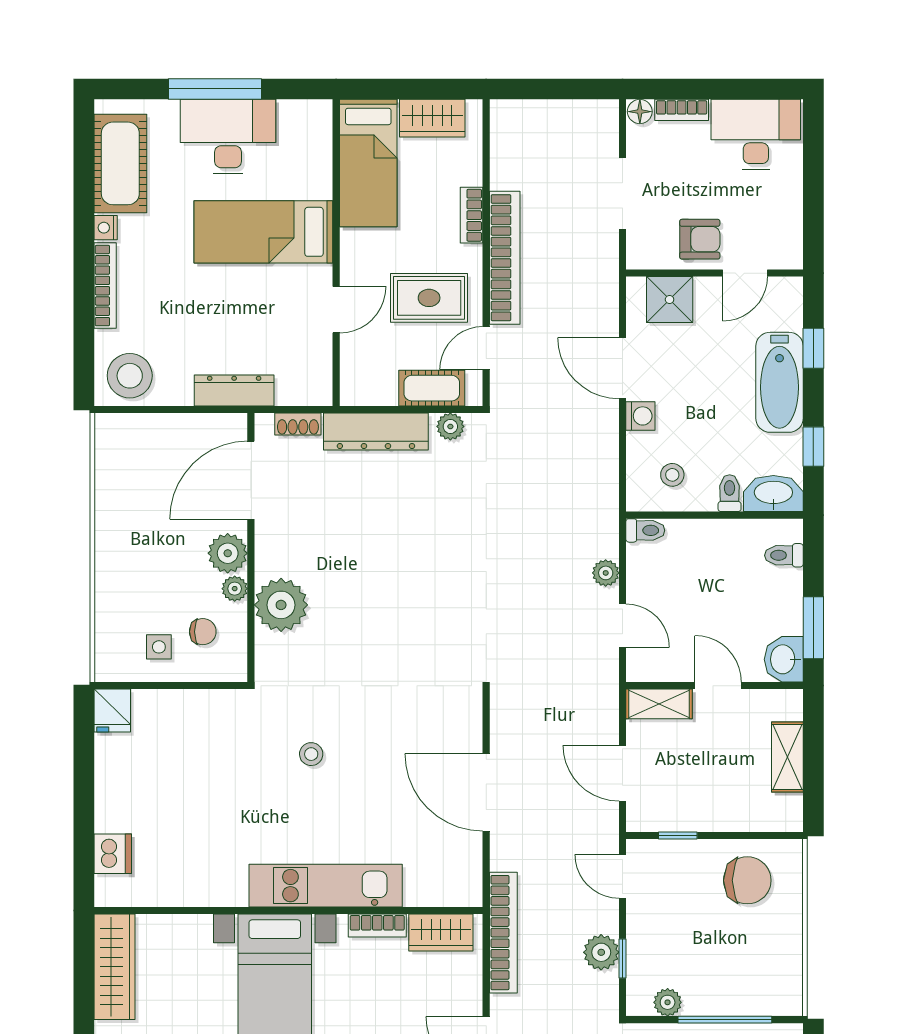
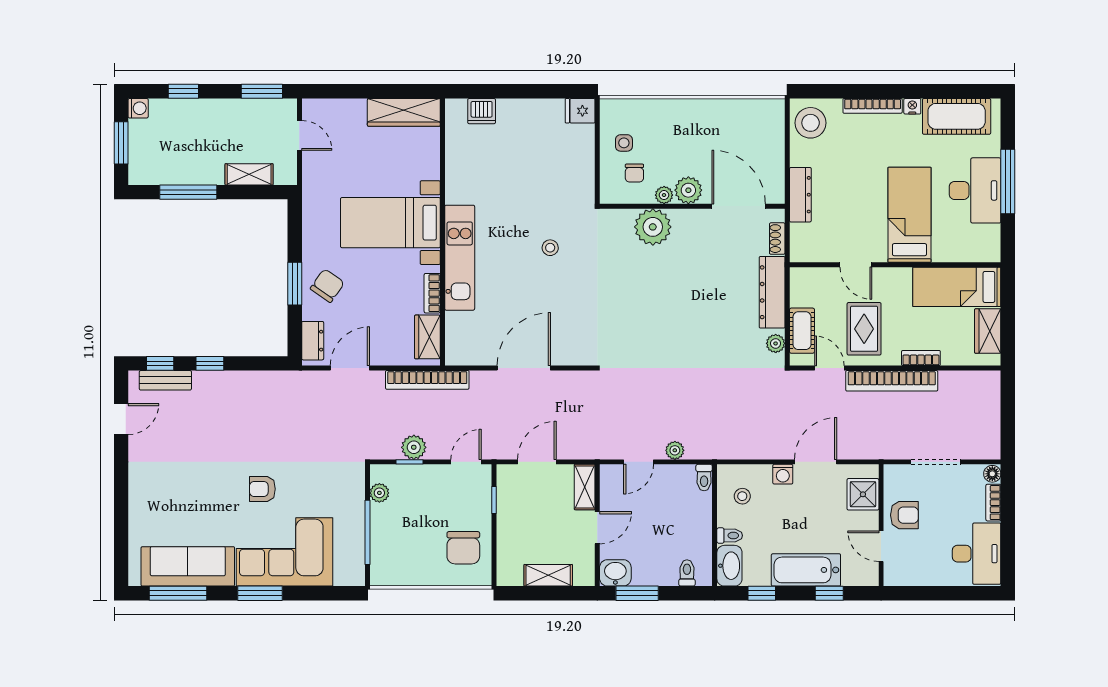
armchair: (700, 239) -> (904, 515), turned -90

